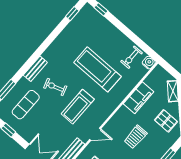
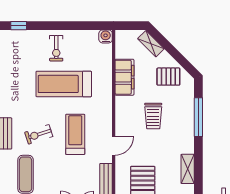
exercise bike: (131, 57) -> (56, 48), moved
treadmill: (78, 107) -> (75, 134), turned 180

